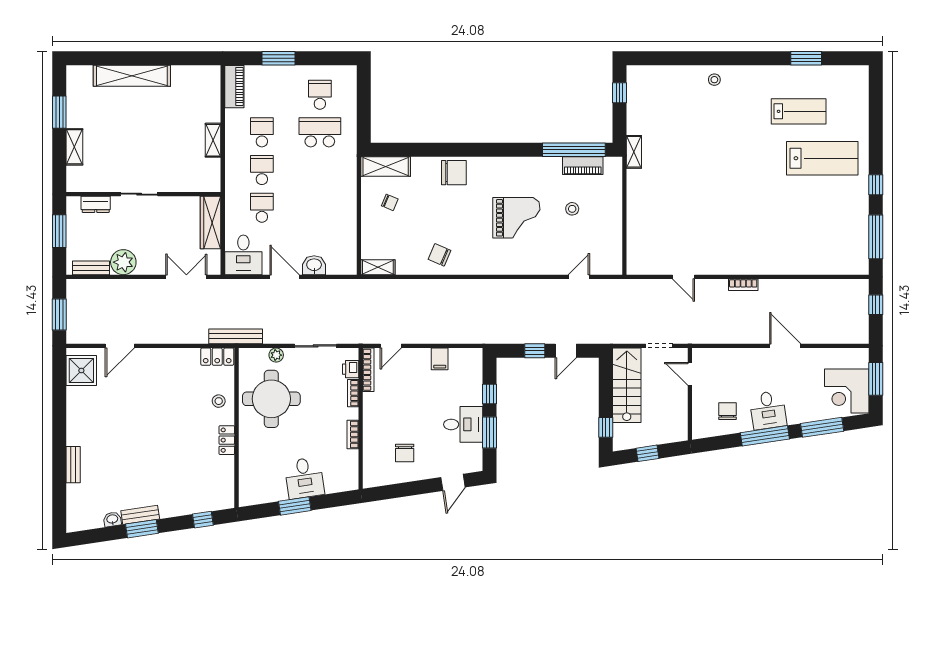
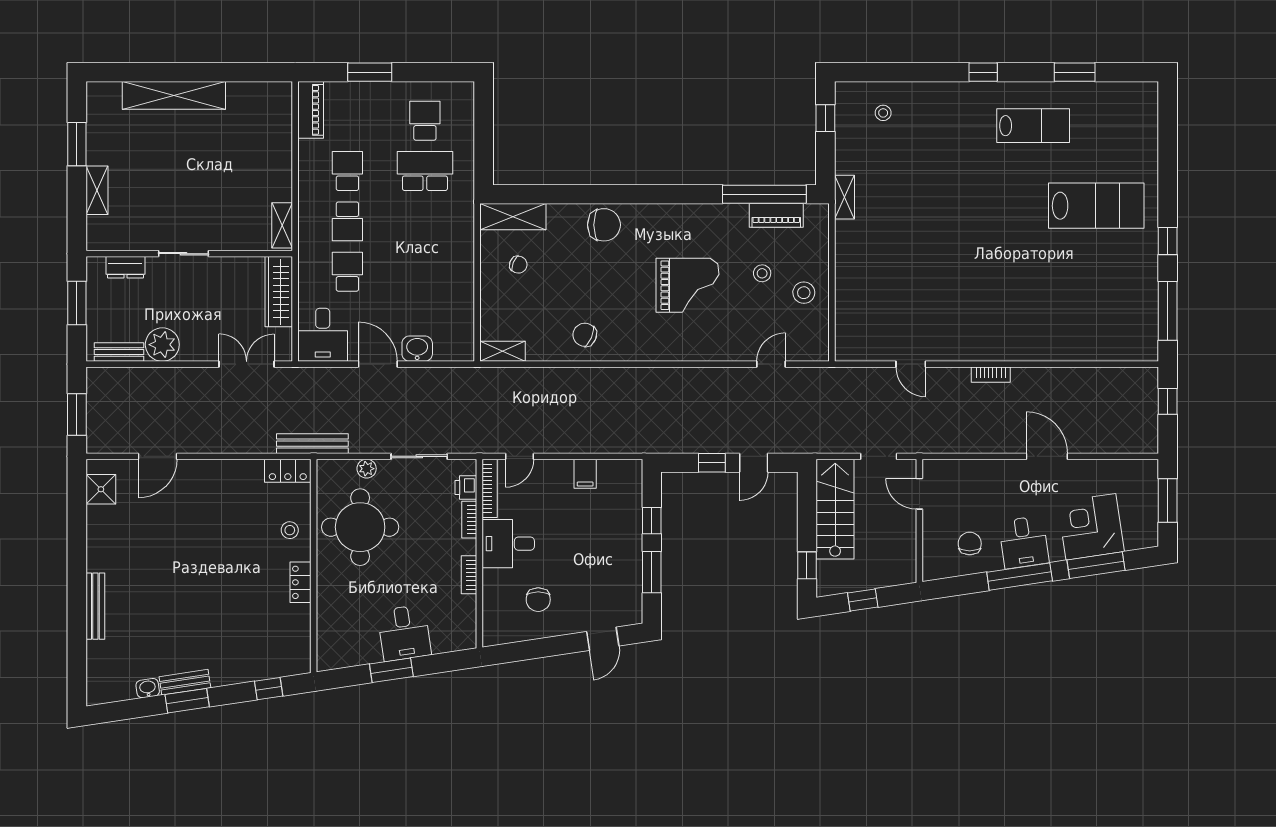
window: (738, 58) -> (983, 72), added
stool: (714, 80) -> (883, 113), moved
lab bench: (799, 111) -> (1033, 126), moved
shelving: (213, 140) -> (282, 225), moved
school desk: (262, 170) -> (347, 221), turned 180
stool: (603, 223) -> (804, 293), added
shower: (81, 370) -> (101, 489), width x0.73, depth x0.73
corner desk: (847, 391) -> (1091, 527), moved, turned 82
desk: (463, 424) -> (508, 544), moved, turned 180
bench: (73, 465) -> (95, 606), width x1.36

